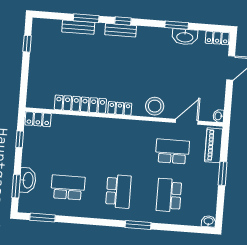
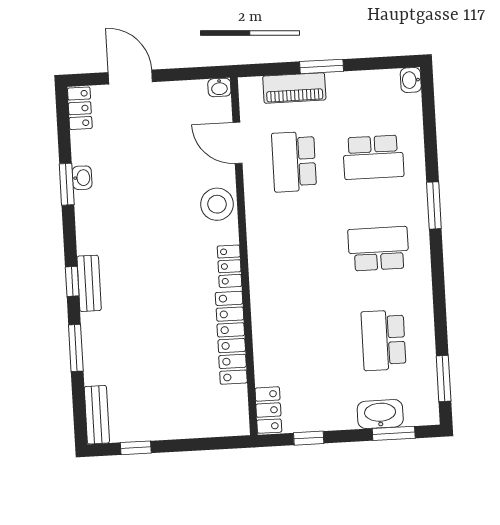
bench: (78, 27) -> (97, 415), moved
washbasin: (185, 37) -> (82, 178), width x0.52, depth x0.69
piano: (214, 145) -> (294, 88), moved

